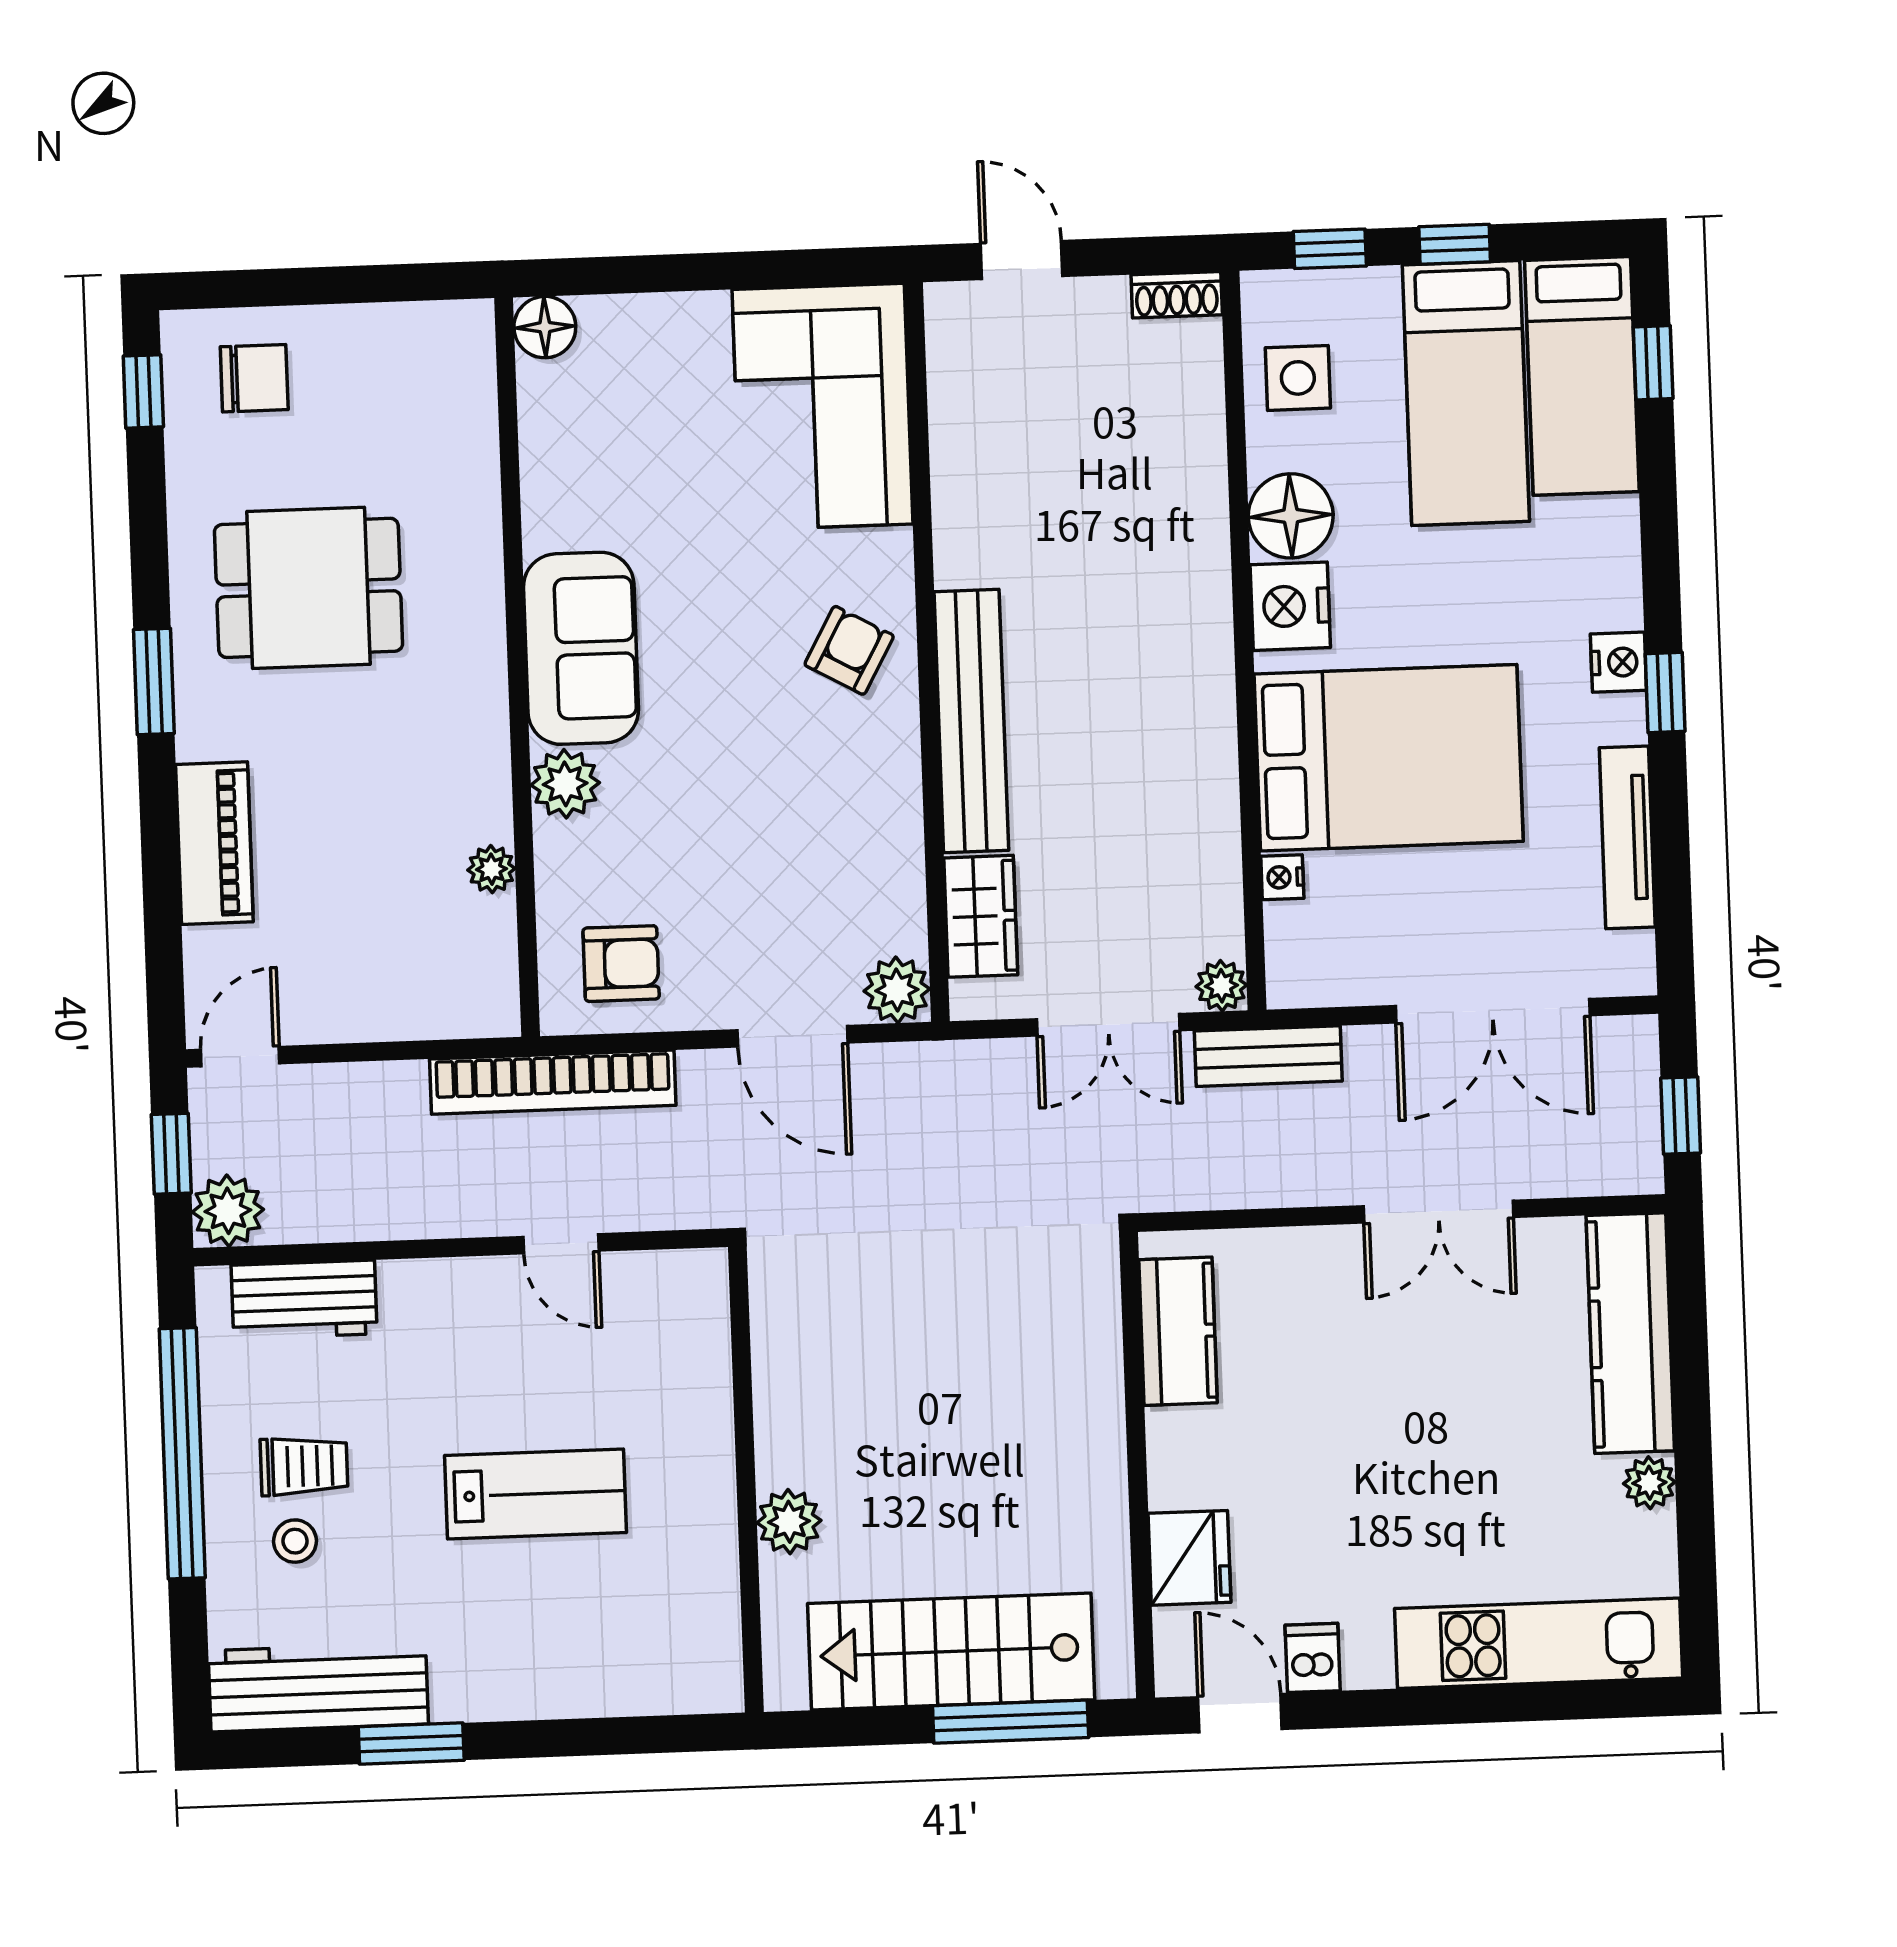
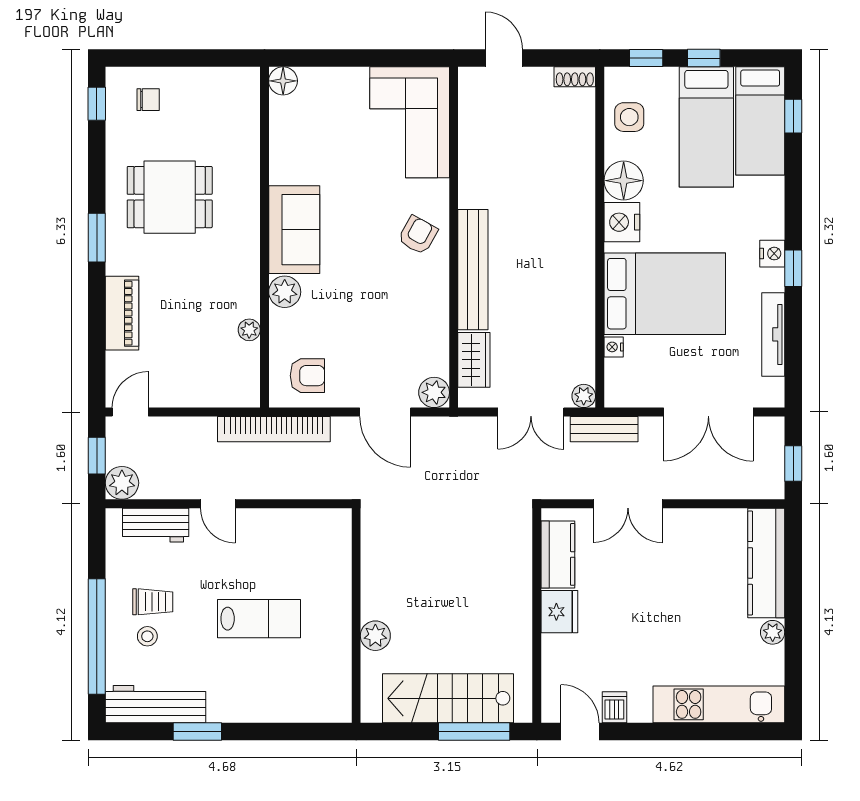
chair: (254, 378) -> (148, 100), width x0.73, depth x0.73
double door: (1438, 1212) -> (628, 504), moved
door: (561, 1244) -> (218, 504), moved
window: (182, 1453) -> (97, 637), moved
fridge: (1189, 1558) -> (559, 612), moved

